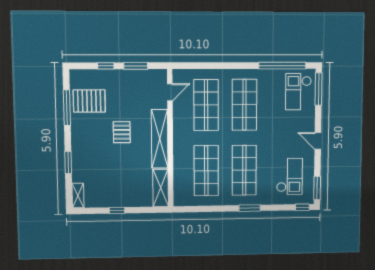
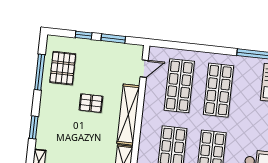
pallet: (89, 101) -> (63, 68), turned 90
pallet: (122, 132) -> (91, 103), turned 90

